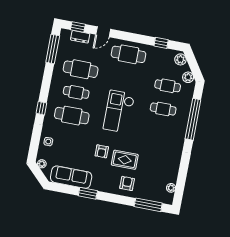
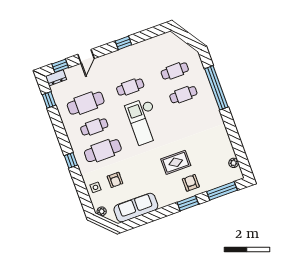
dresser: (80, 37) -> (56, 78), moved
window: (161, 43) -> (123, 43), moved
window: (53, 49) -> (49, 100), width x0.46
cafe table: (128, 54) -> (130, 87), moved, width x0.73, depth x0.74
plant: (180, 59) -> (172, 40), removed
plant: (188, 77) -> (189, 52), removed
armchair: (102, 151) -> (115, 180), moved
window: (88, 193) -> (188, 203), moved

